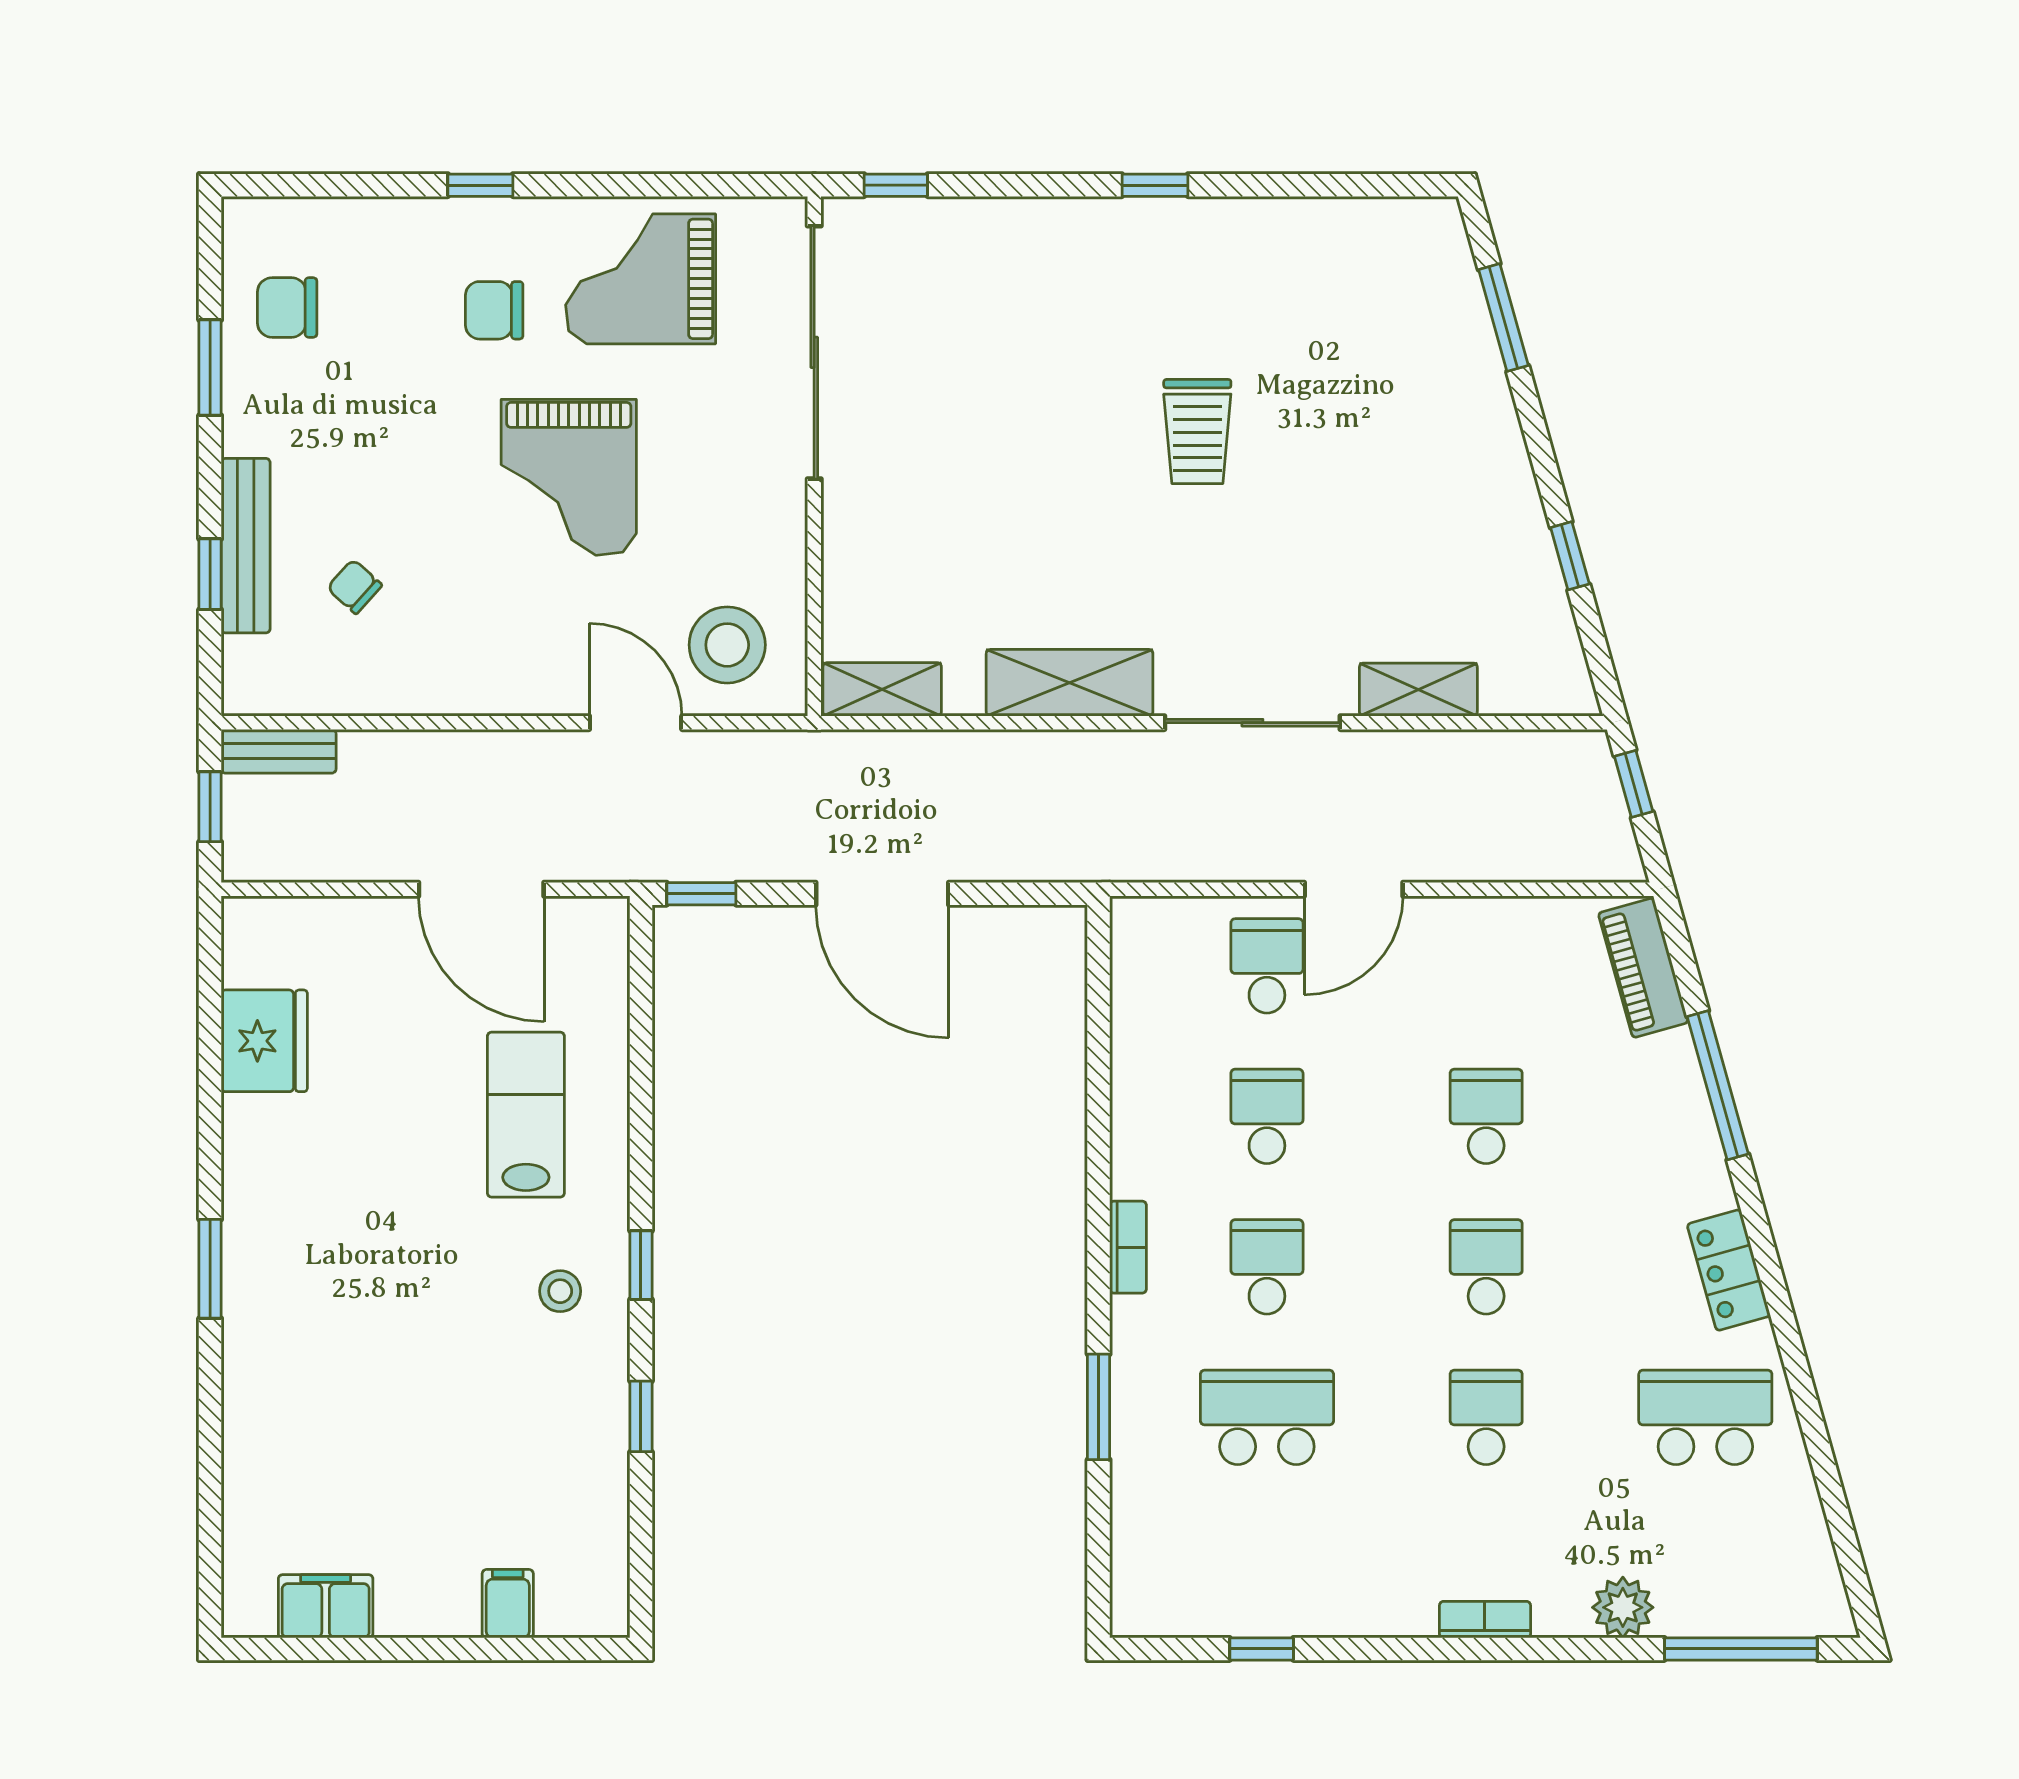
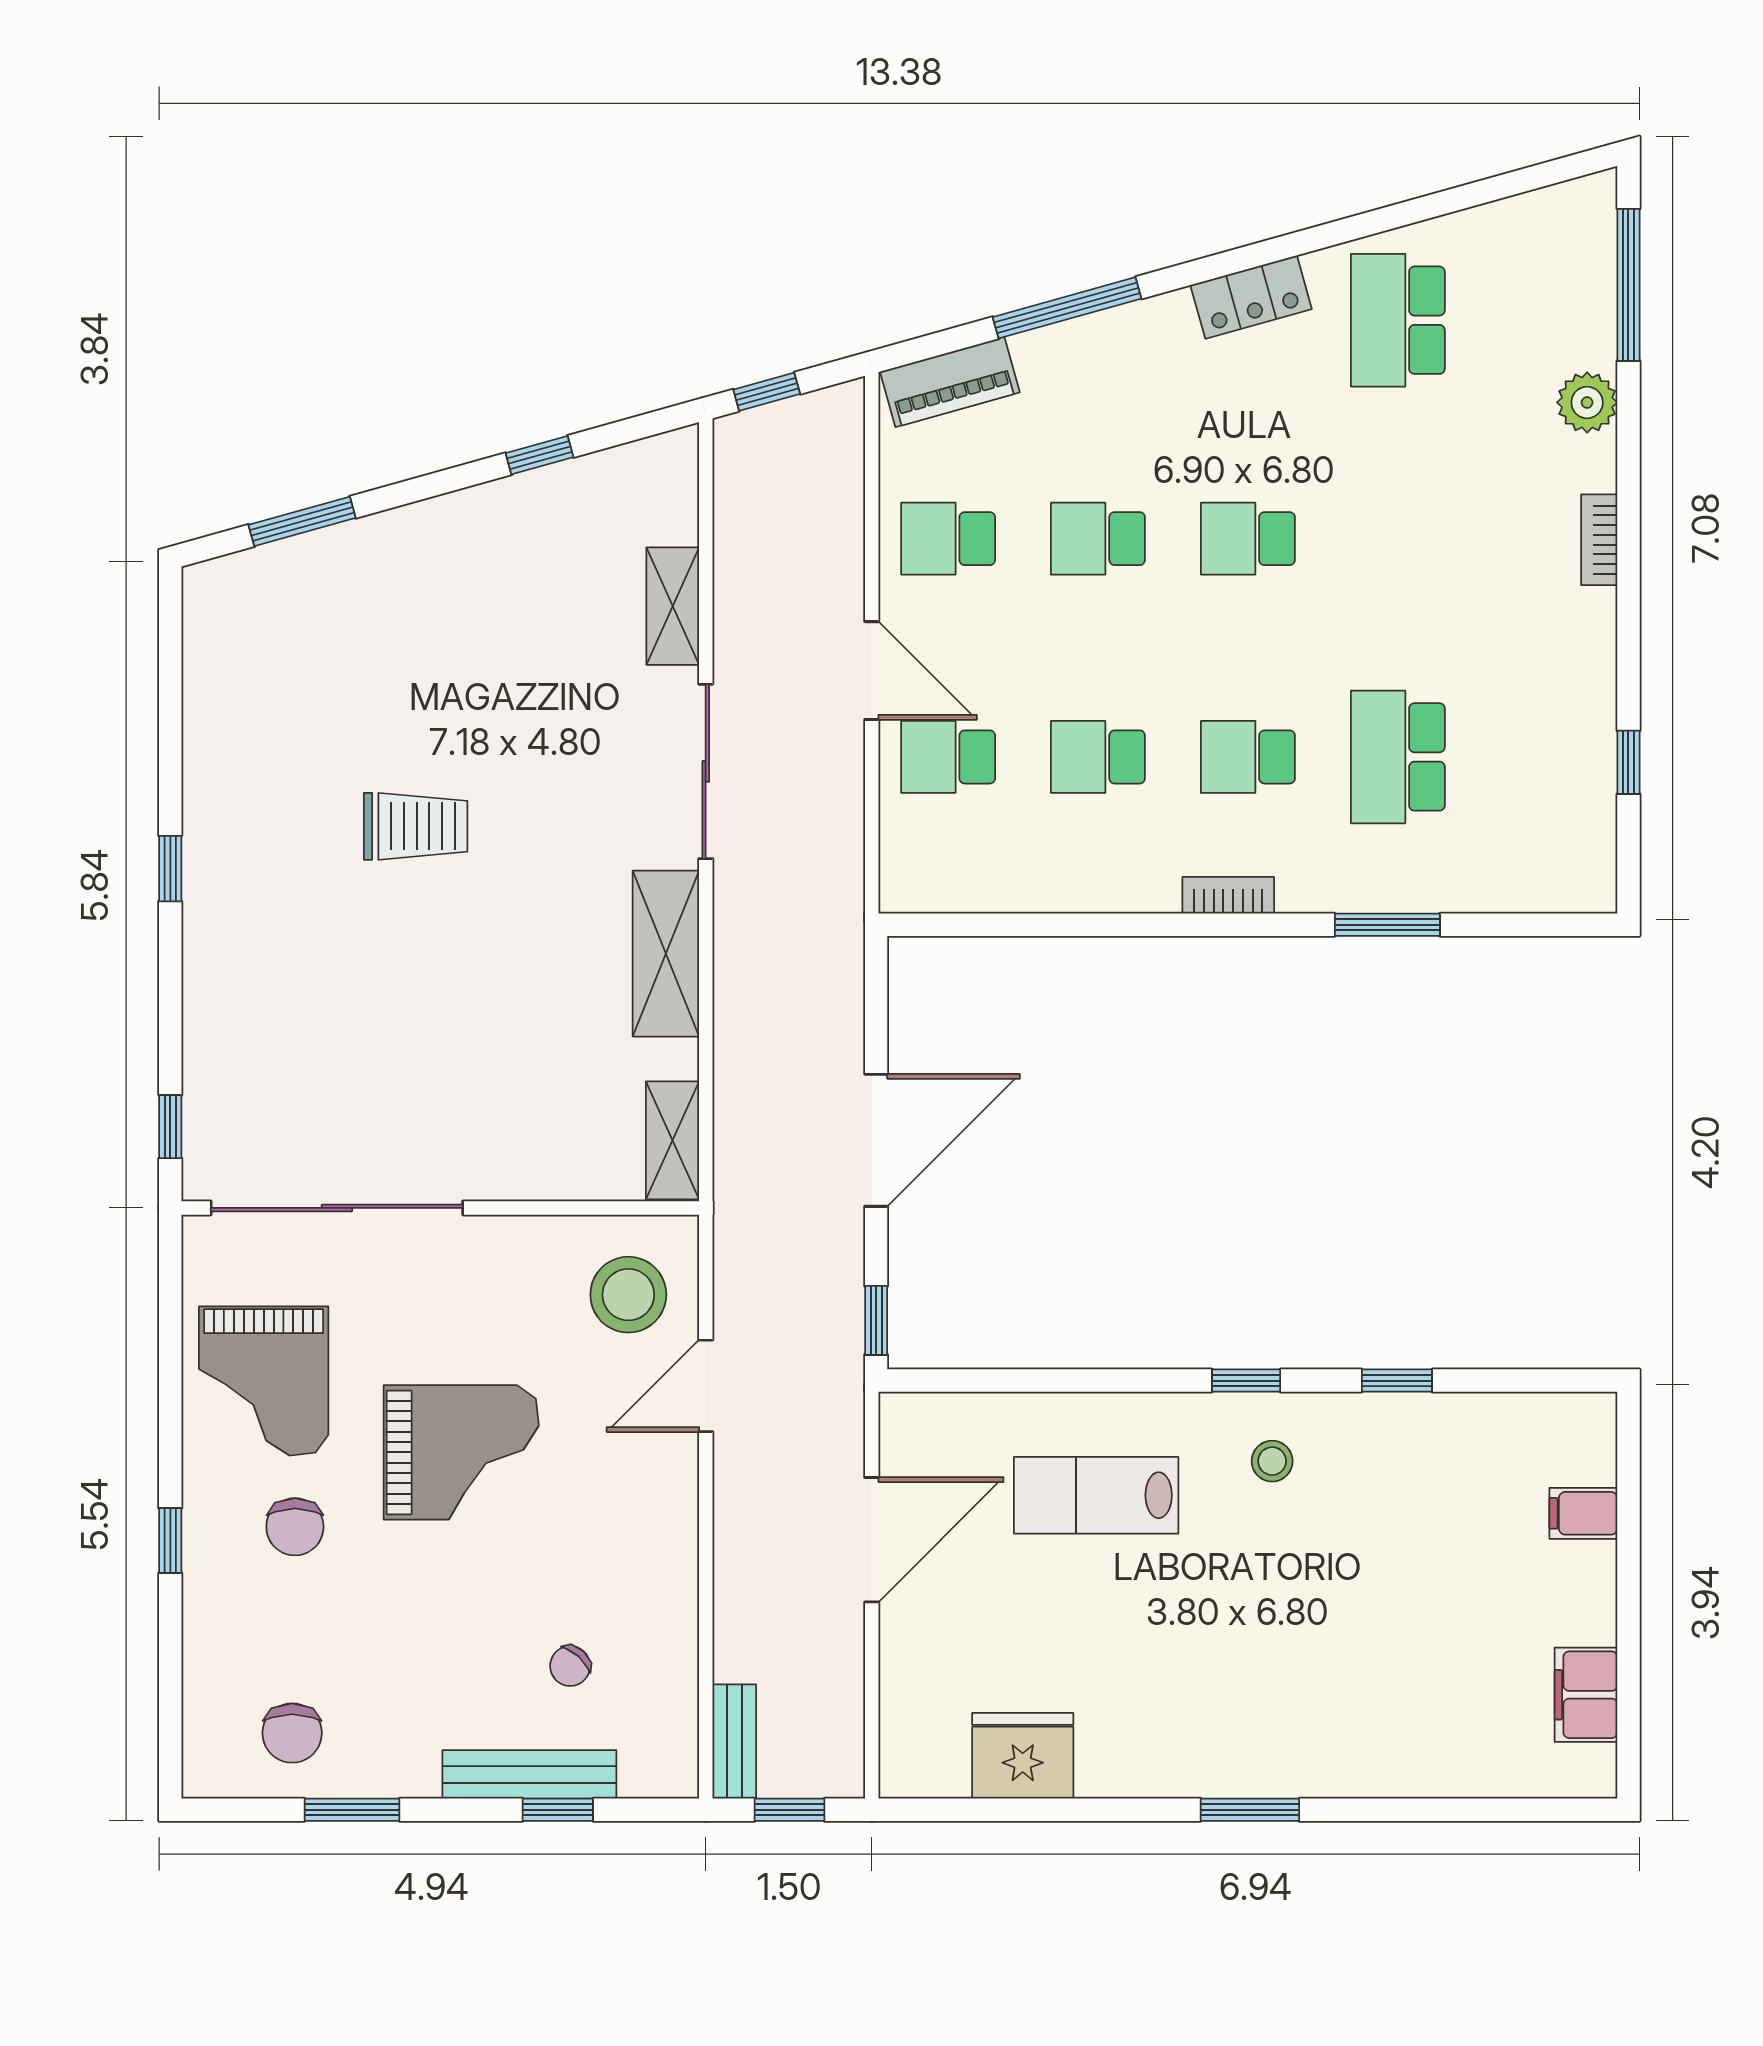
school desk: (1486, 1417) -> (948, 539), moved

